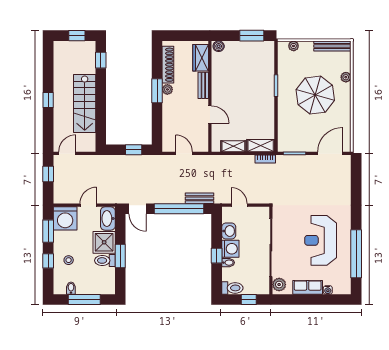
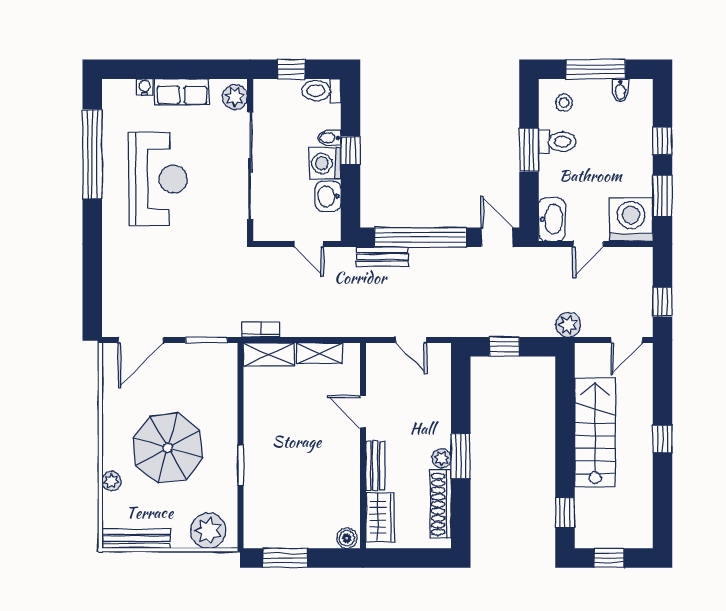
plant: (294, 46) -> (208, 531), width x1.87, depth x1.87
plant: (99, 162) -> (568, 325), added
shower: (104, 242) -> (559, 175), removed
stool: (69, 260) -> (564, 103), moved

